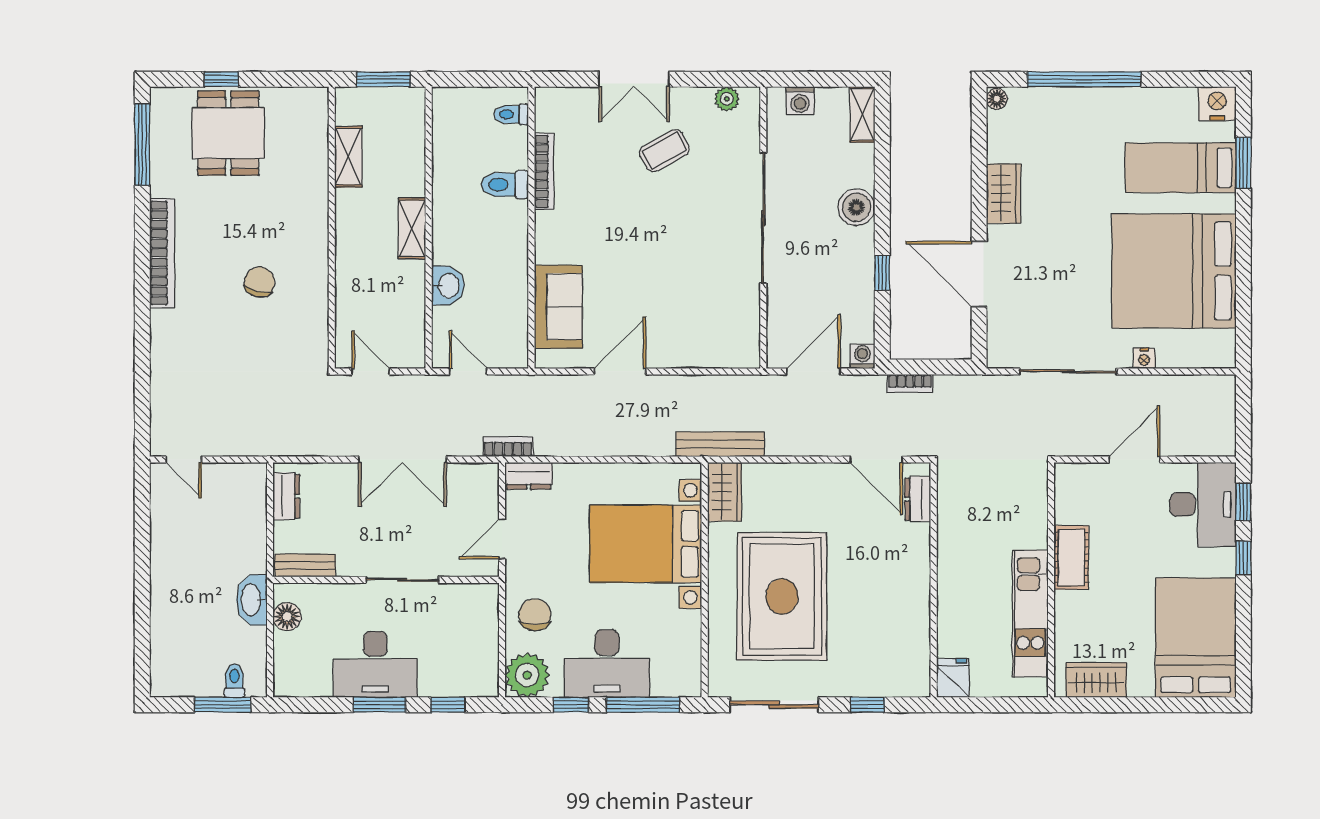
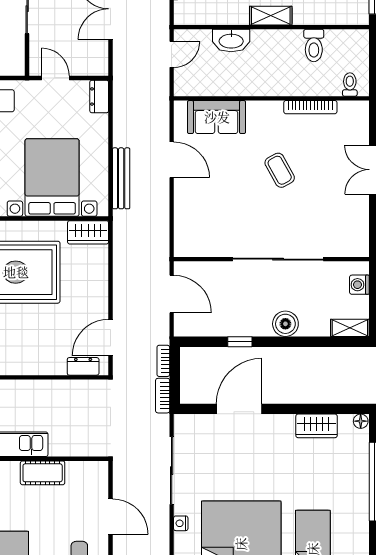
plant: (727, 99) -> (361, 234), removed
coffee table: (664, 151) -> (280, 170), moved
toilet: (505, 185) -> (314, 45), moved, turned 180
wardrobe: (1004, 193) -> (317, 426), moved
washbasin: (448, 286) -> (231, 40), width x1.38
washing machine: (863, 356) -> (182, 328), removed
bench: (720, 444) -> (121, 178), moved
bookcase: (508, 447) -> (163, 396), moved, turned 180

